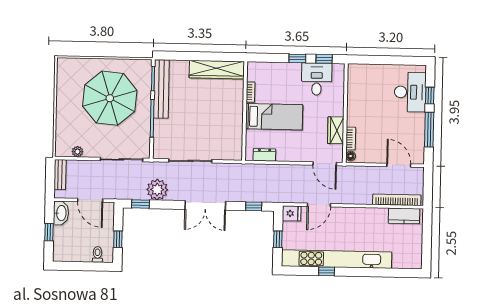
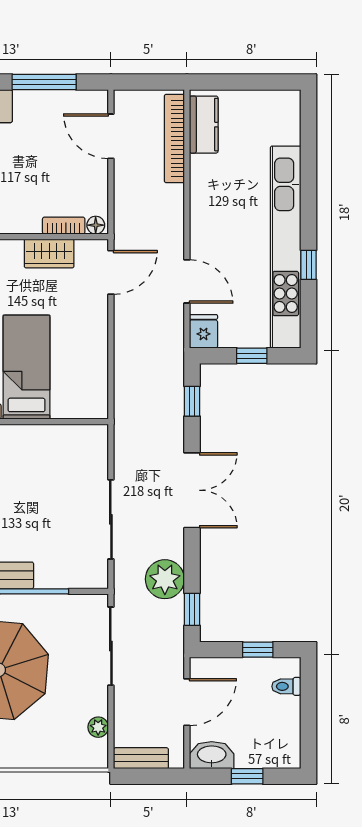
dresser: (264, 155) -> (97, 383), removed
door: (399, 165) -> (111, 136), hinge flipped

